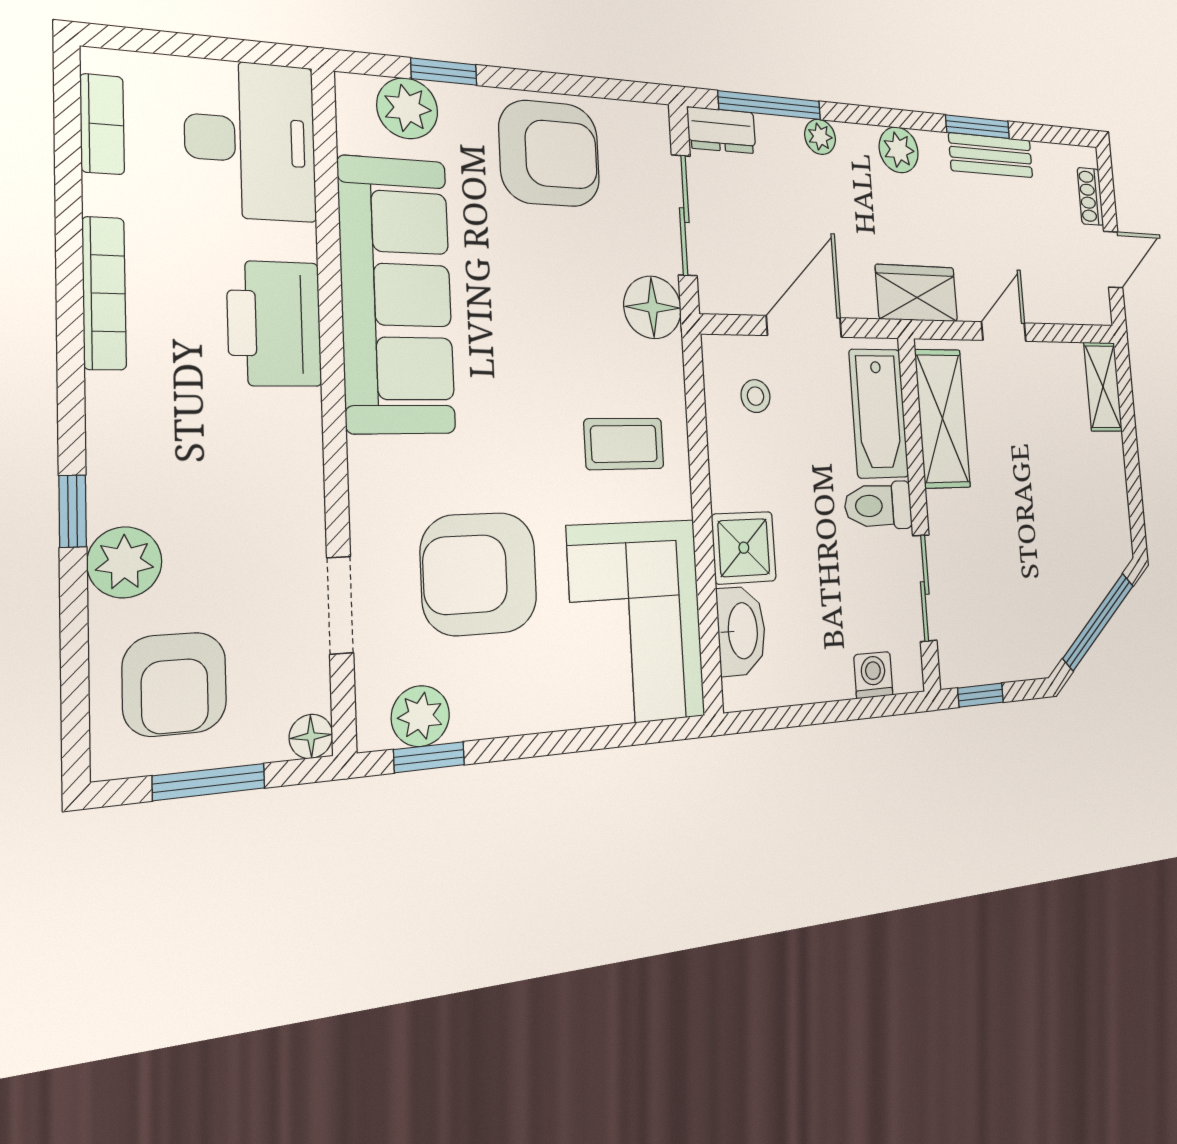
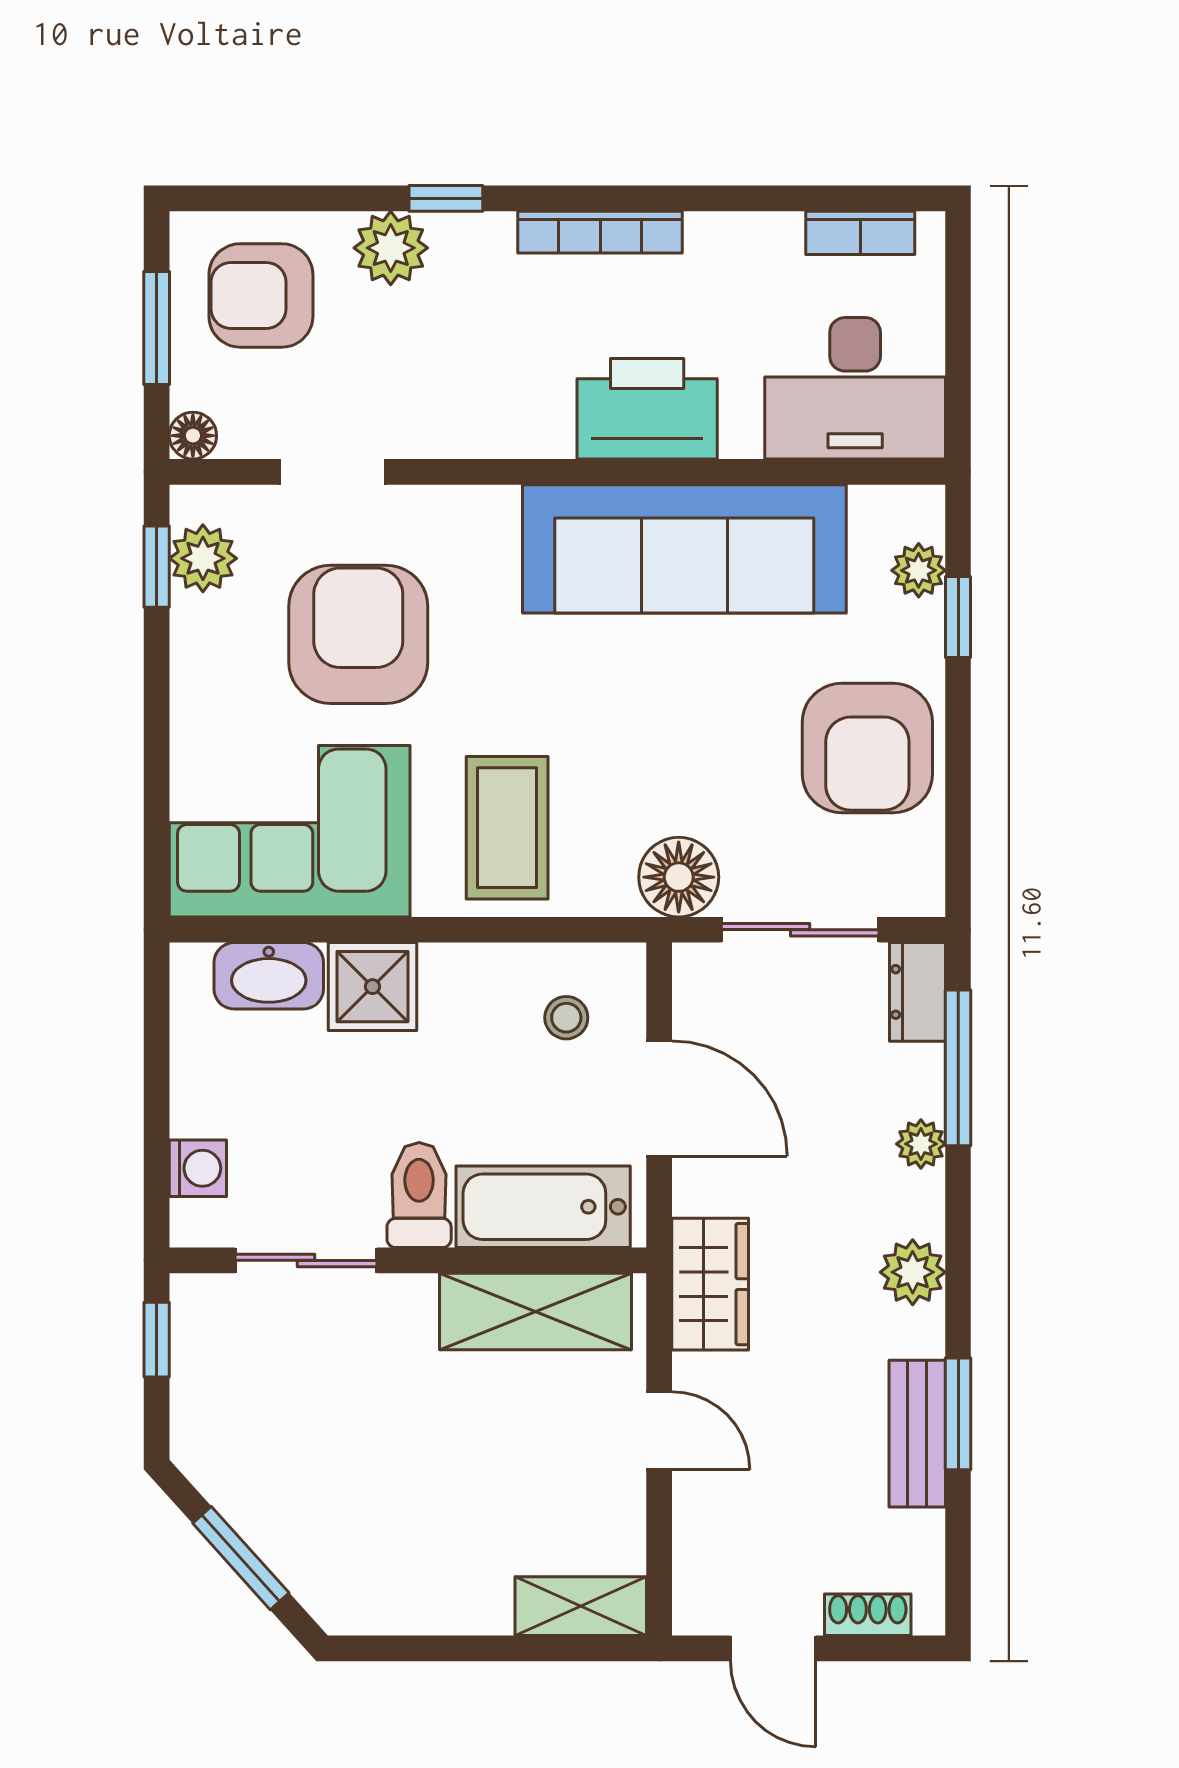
plant: (407, 108) -> (919, 570), width x0.73, depth x0.73
bookcase: (104, 293) -> (600, 232), moved
coffee table: (624, 444) -> (507, 828), width x1.36, depth x1.30
window: (1098, 622) -> (241, 1558), width x0.69

